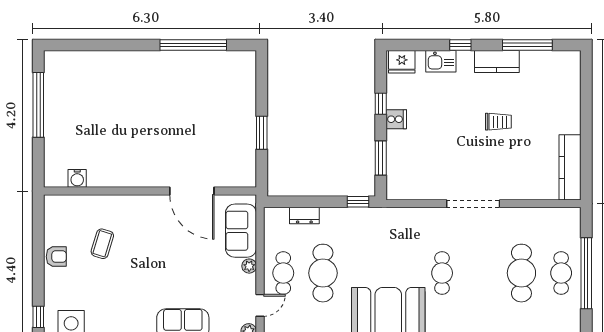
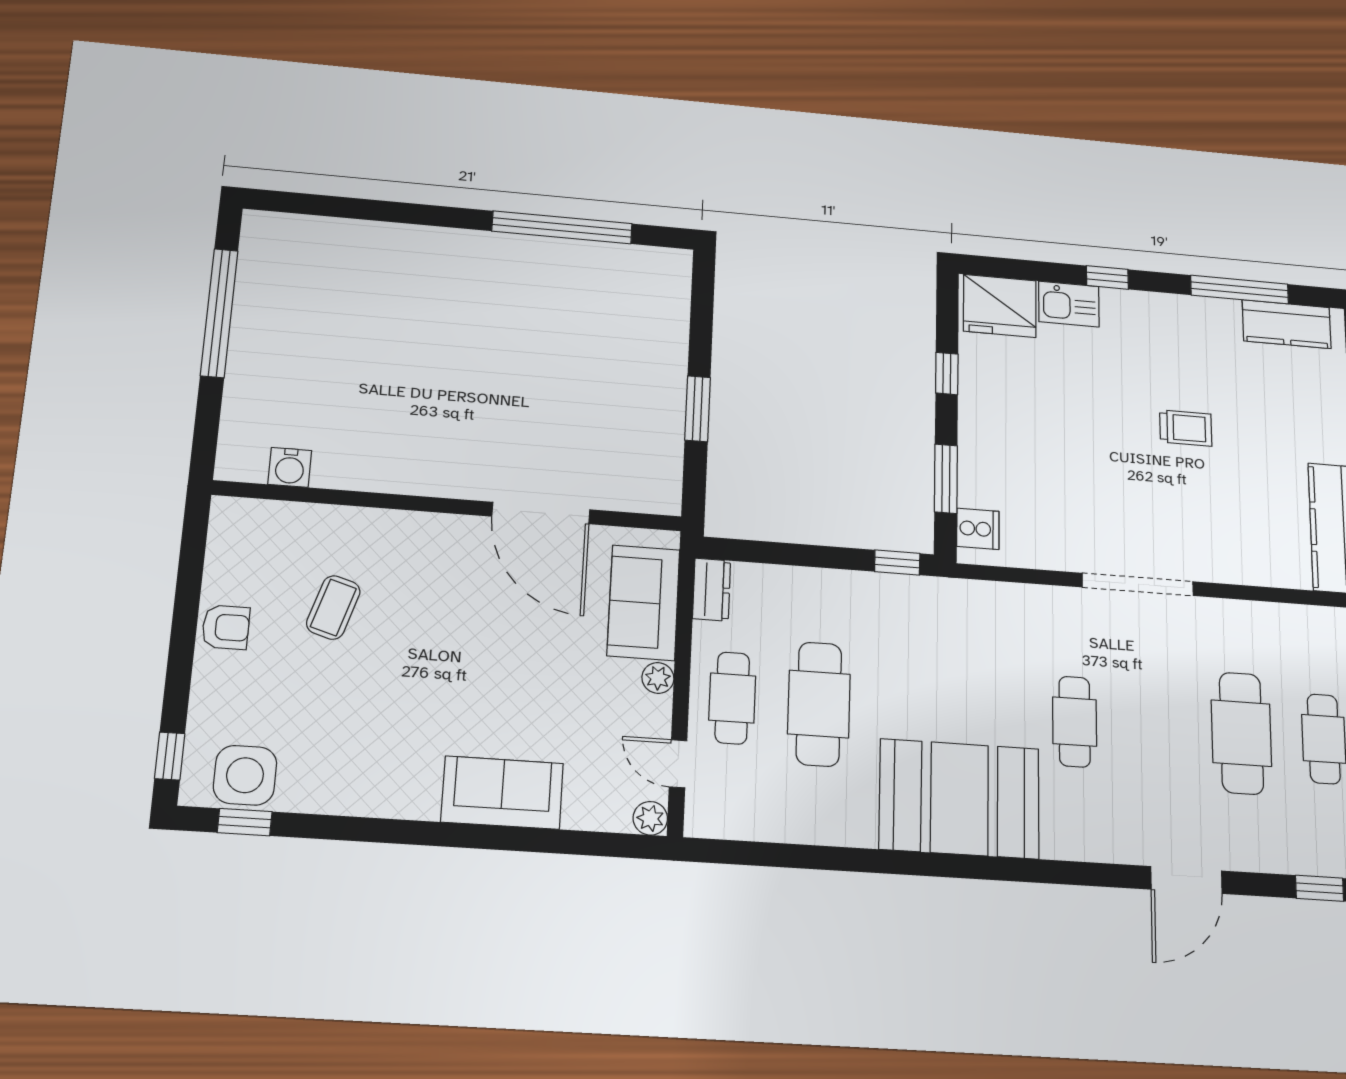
fridge: (402, 62) -> (1000, 306), width x1.36, depth x1.34
kitchen counter: (497, 62) -> (1287, 324), moved
cooker: (396, 119) -> (978, 529), moved
dresser: (304, 216) -> (712, 590), moved, turned -90
door: (260, 305) -> (678, 764), swing flipped

